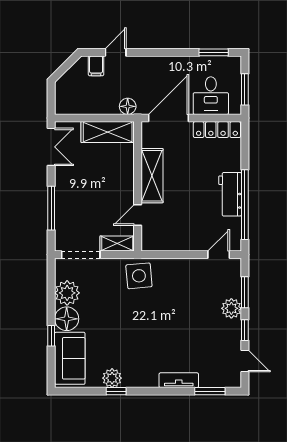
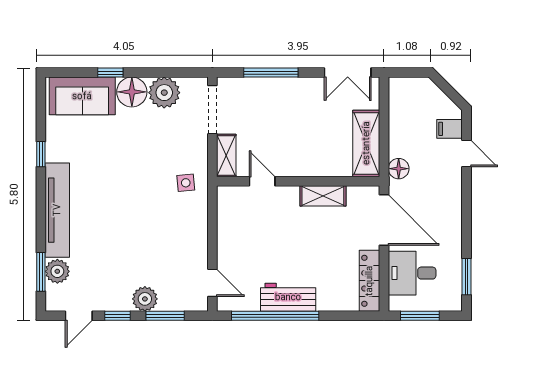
shelving: (152, 176) -> (323, 196), width x0.67, depth x0.75
side table: (139, 276) -> (186, 183), width x0.54, depth x0.54
plant: (112, 378) -> (57, 271), moved
tv unit: (179, 380) -> (57, 210), width x1.92, depth x1.29

